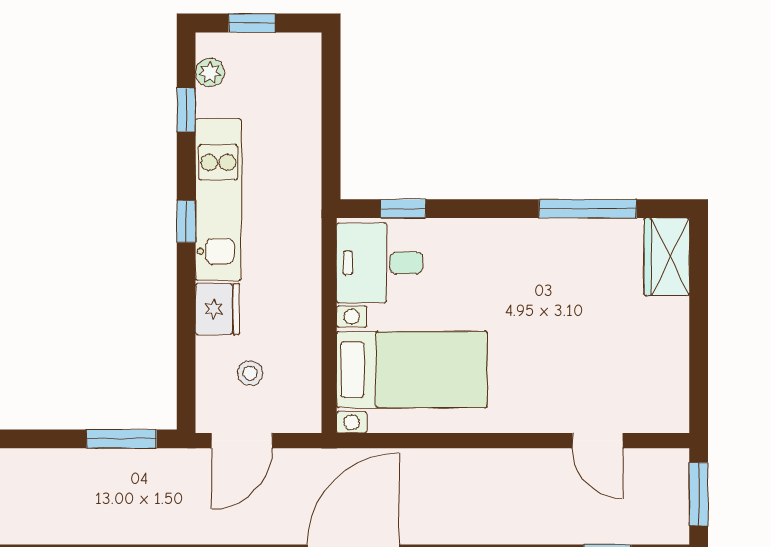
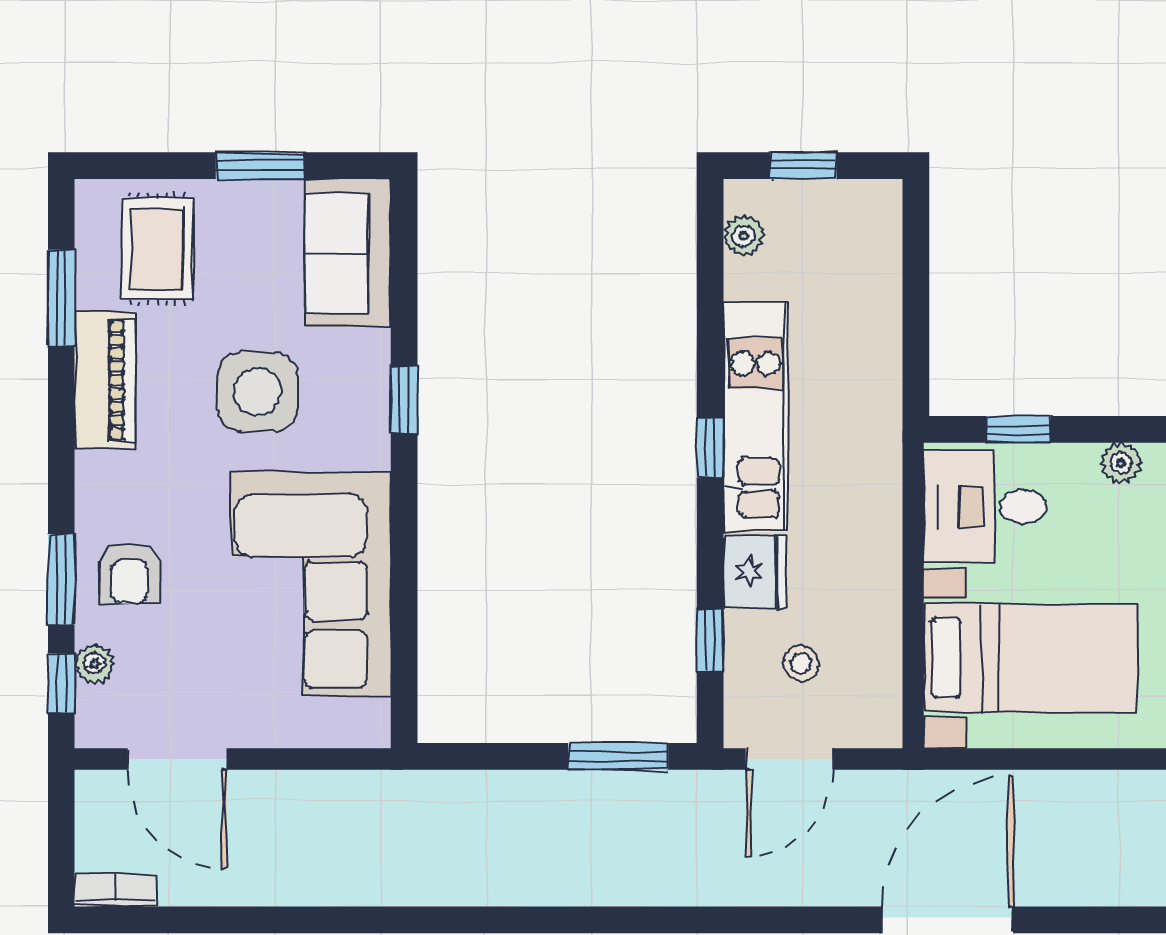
window: (186, 110) -> (710, 640), moved
plant: (475, 232) -> (1121, 463), added

